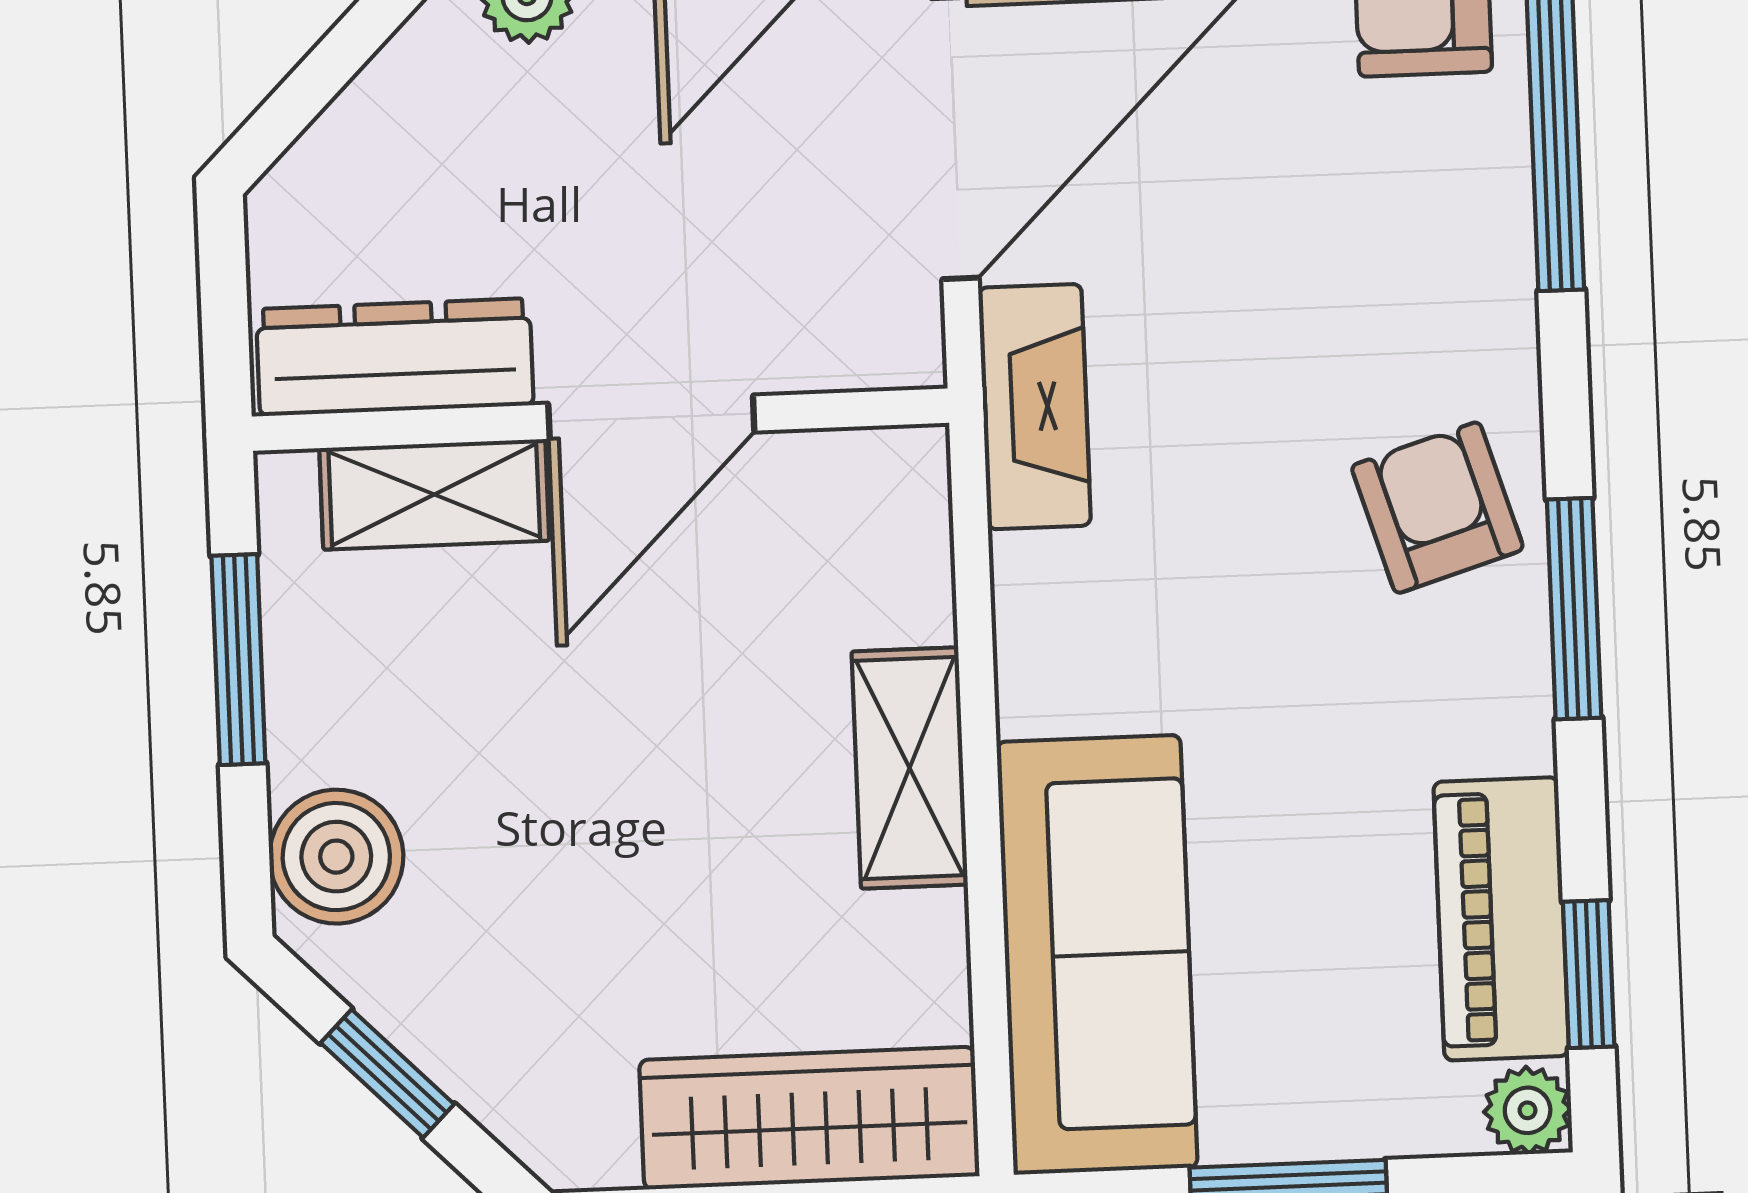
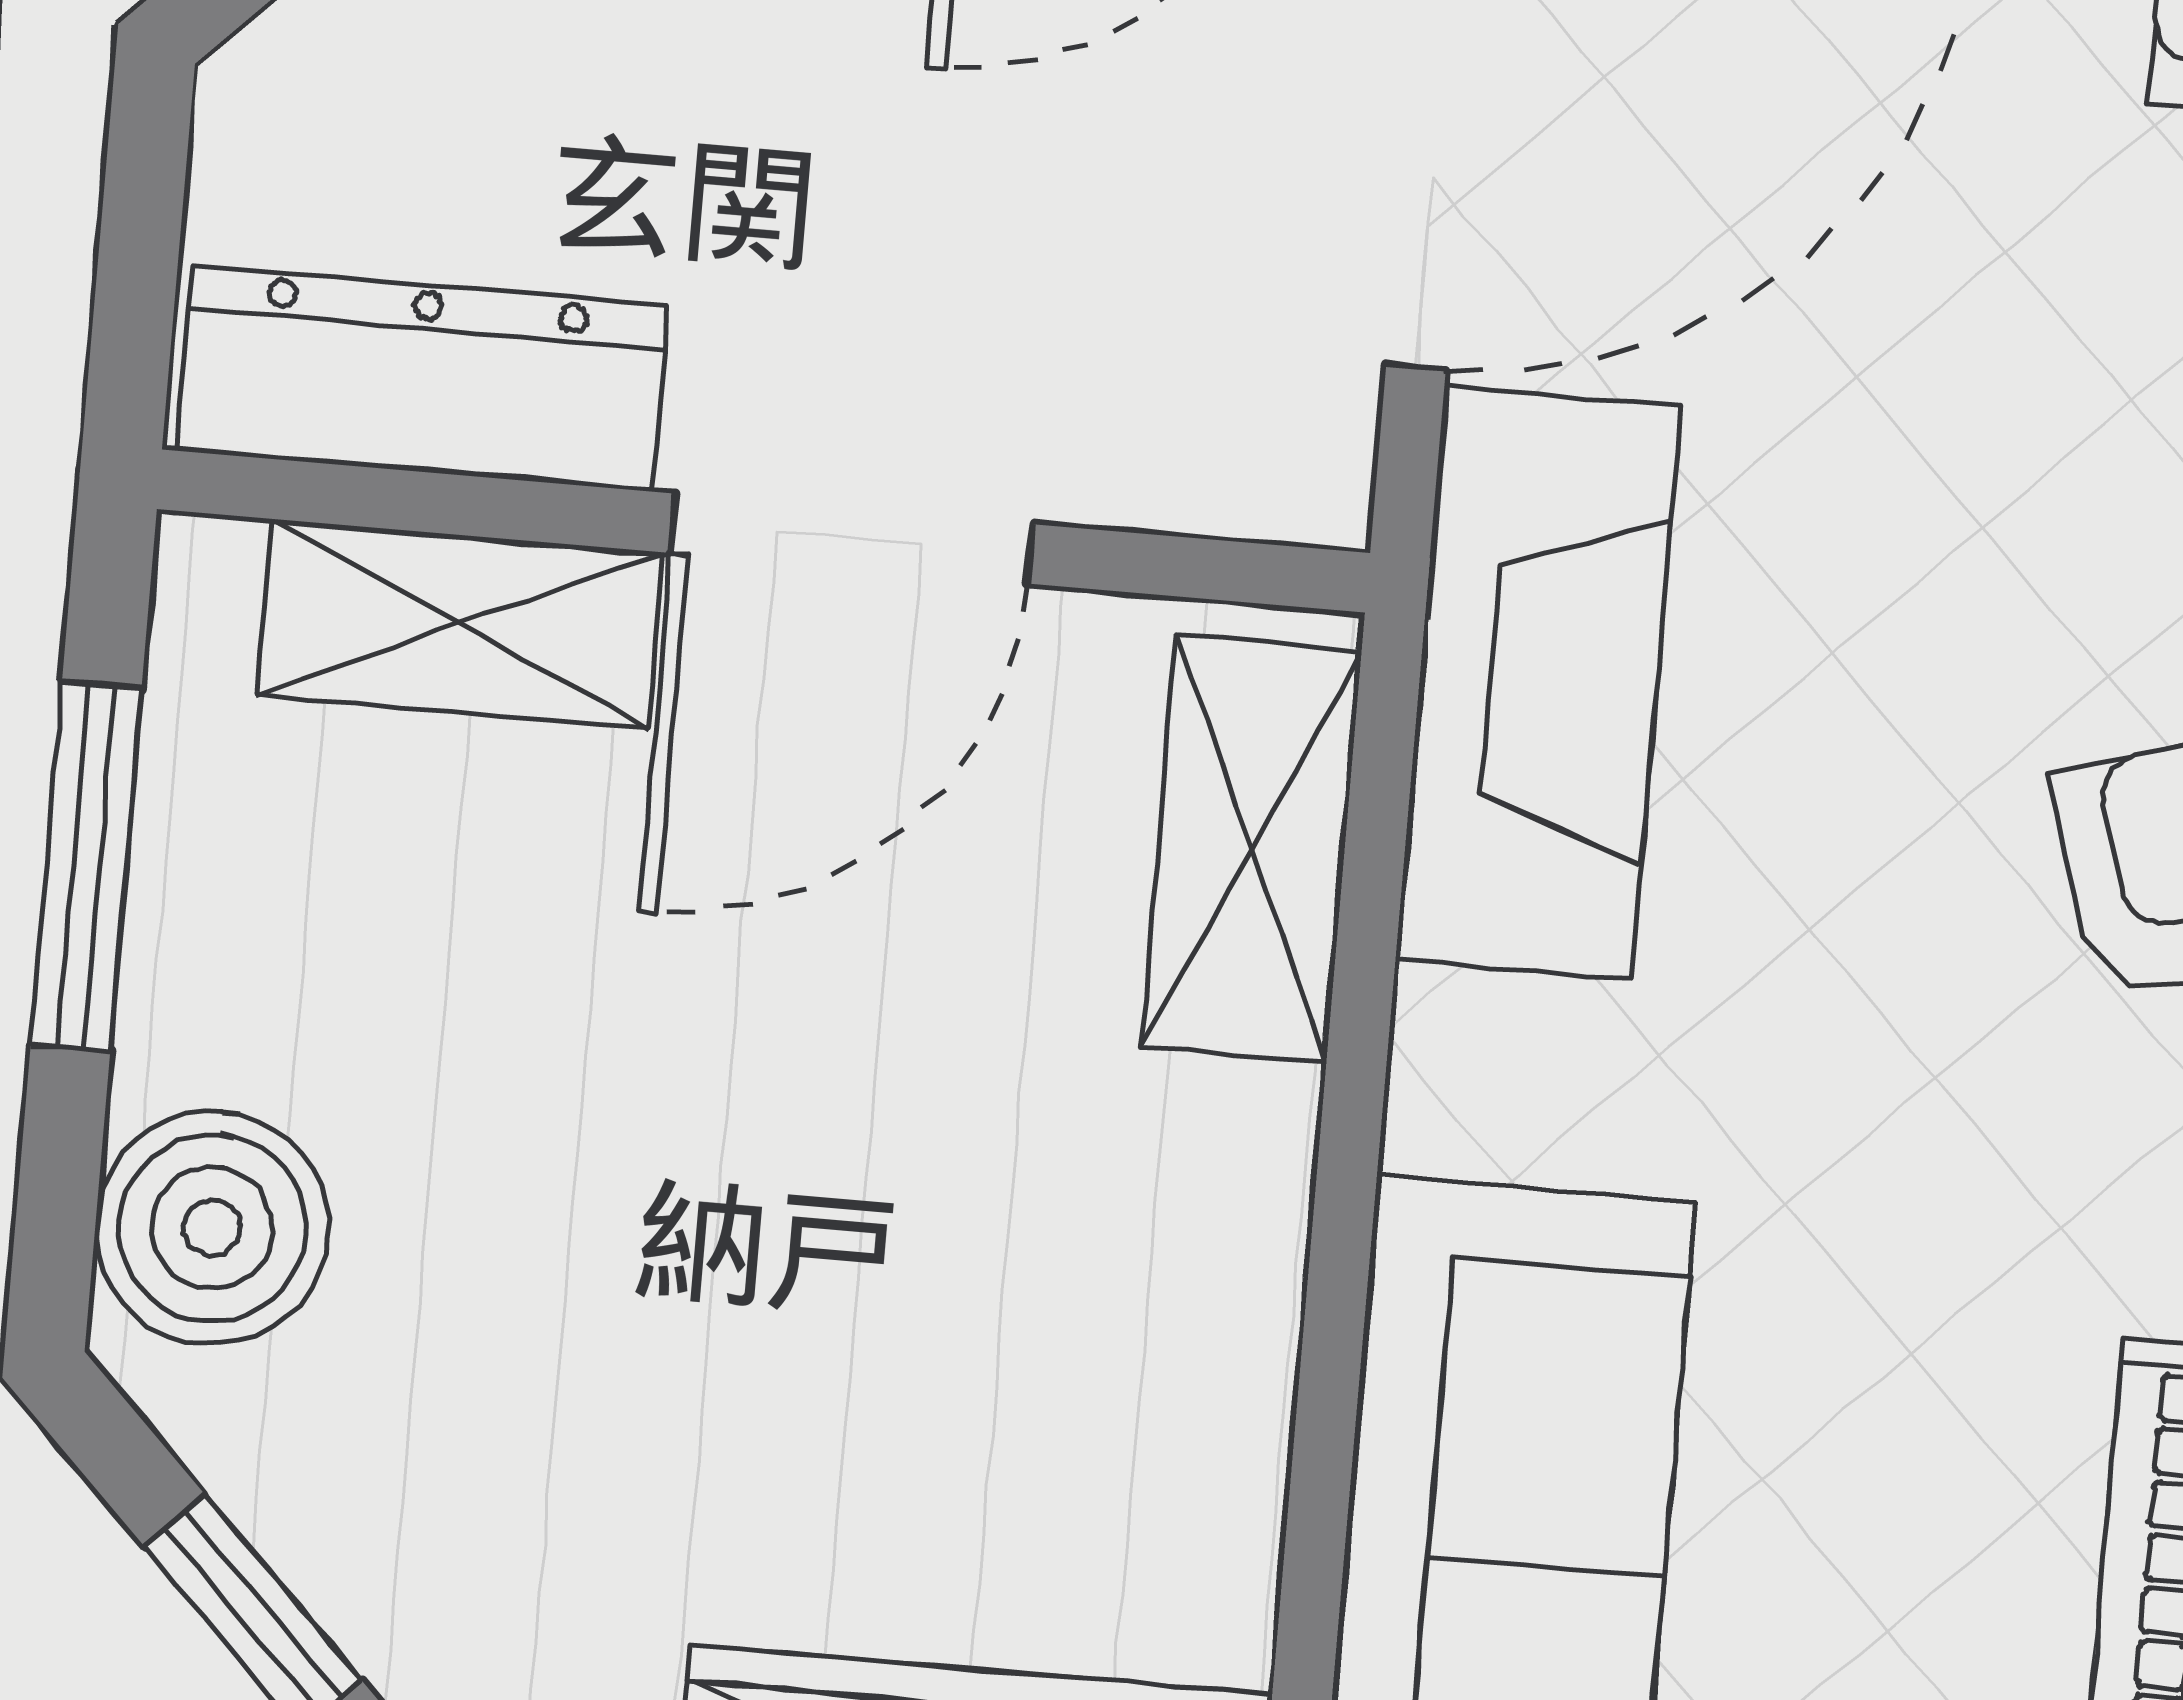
fireplace: (1035, 407) -> (1538, 683), width x1.37, depth x1.32
shelving: (910, 768) -> (1251, 849), moved

